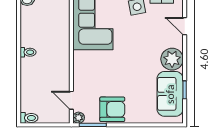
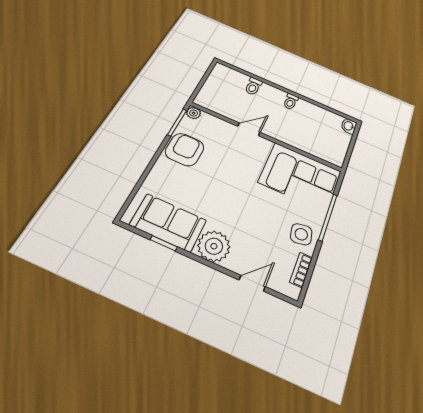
door: (71, 100) -> (249, 129), moved
armchair: (112, 109) -> (185, 149), turned 180
toilet: (29, 118) -> (253, 86), moved

